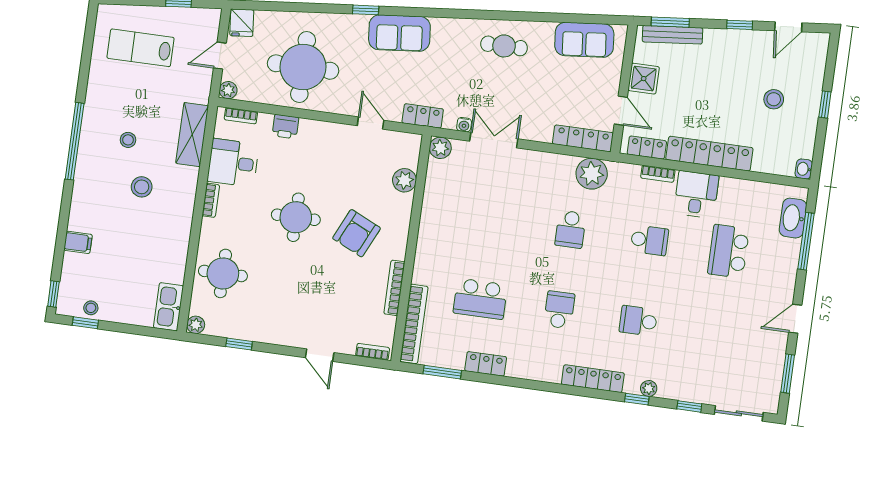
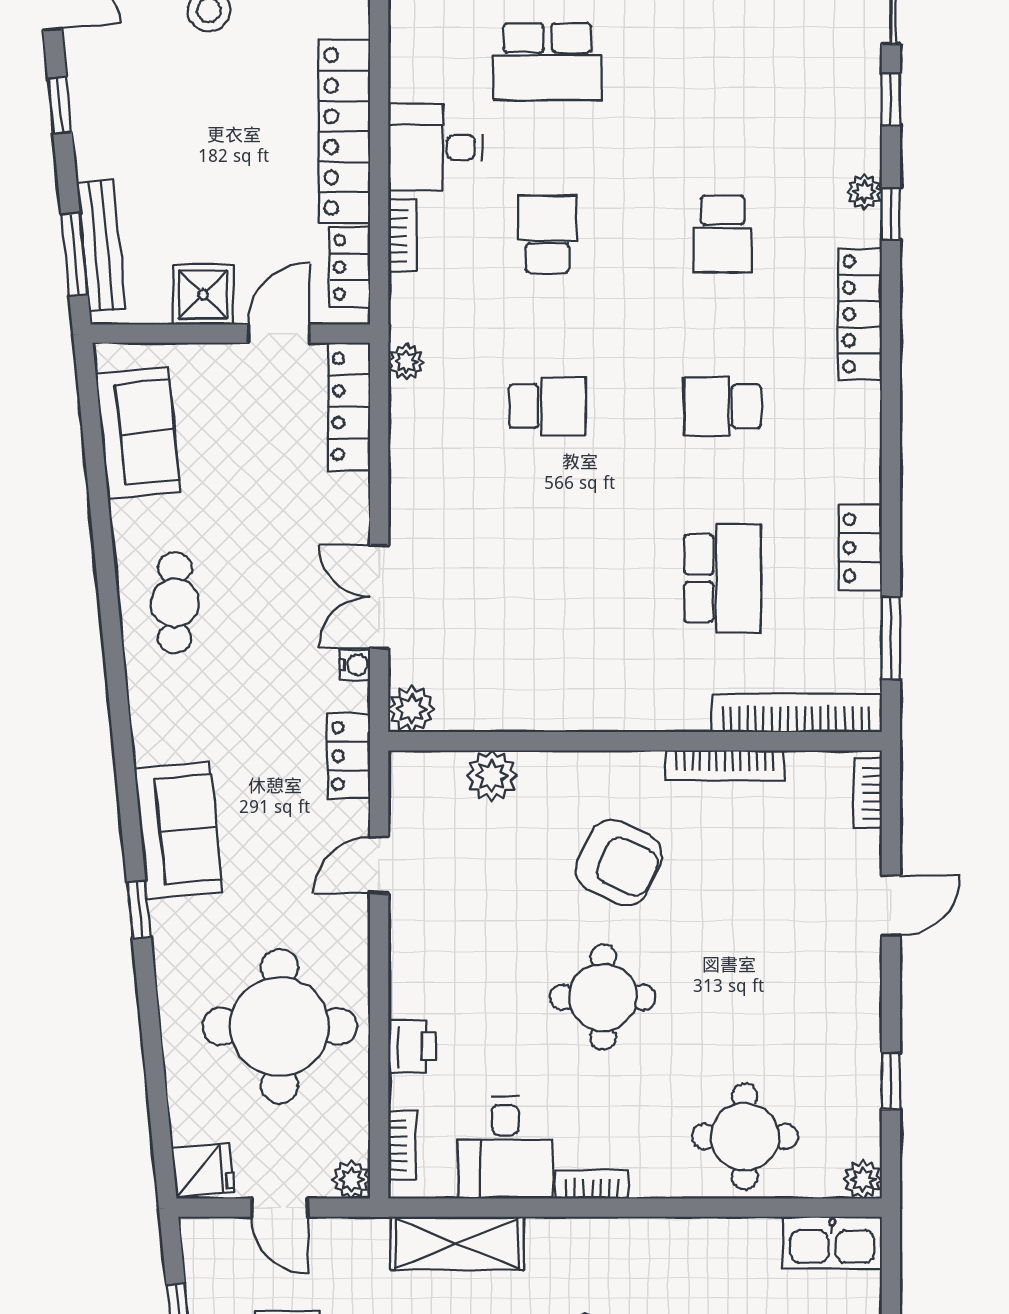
plant: (592, 174) -> (406, 362), width x0.53, depth x0.53

